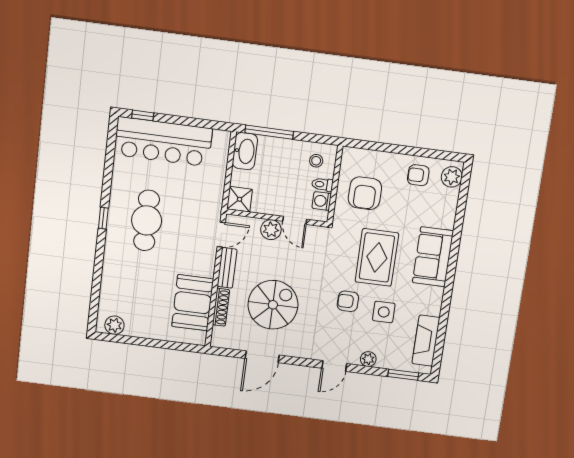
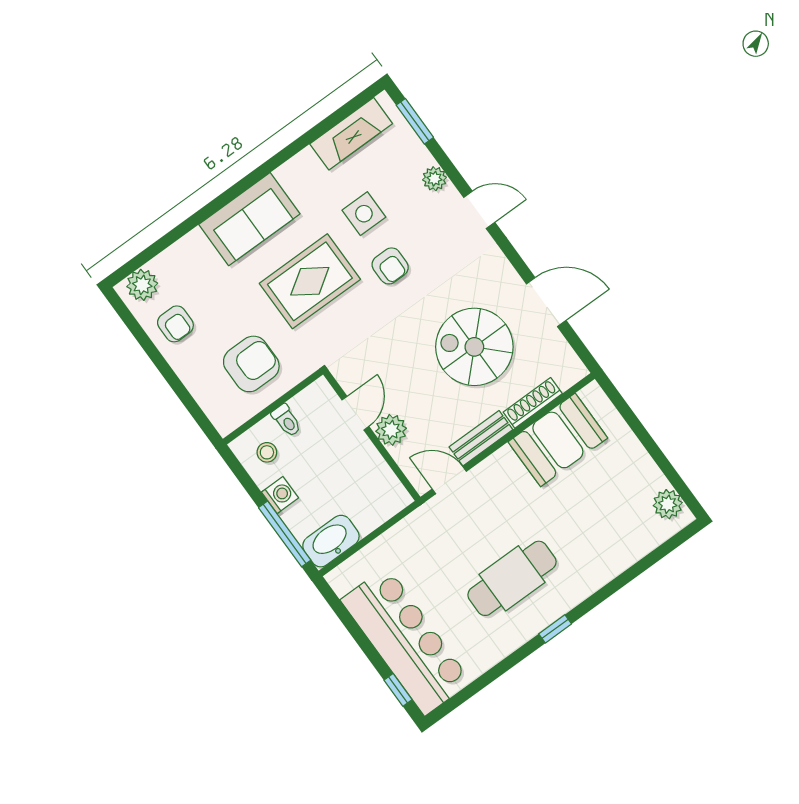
shower: (240, 199) -> (390, 497), removed
washing machine: (322, 201) -> (280, 495), moved, turned -90

